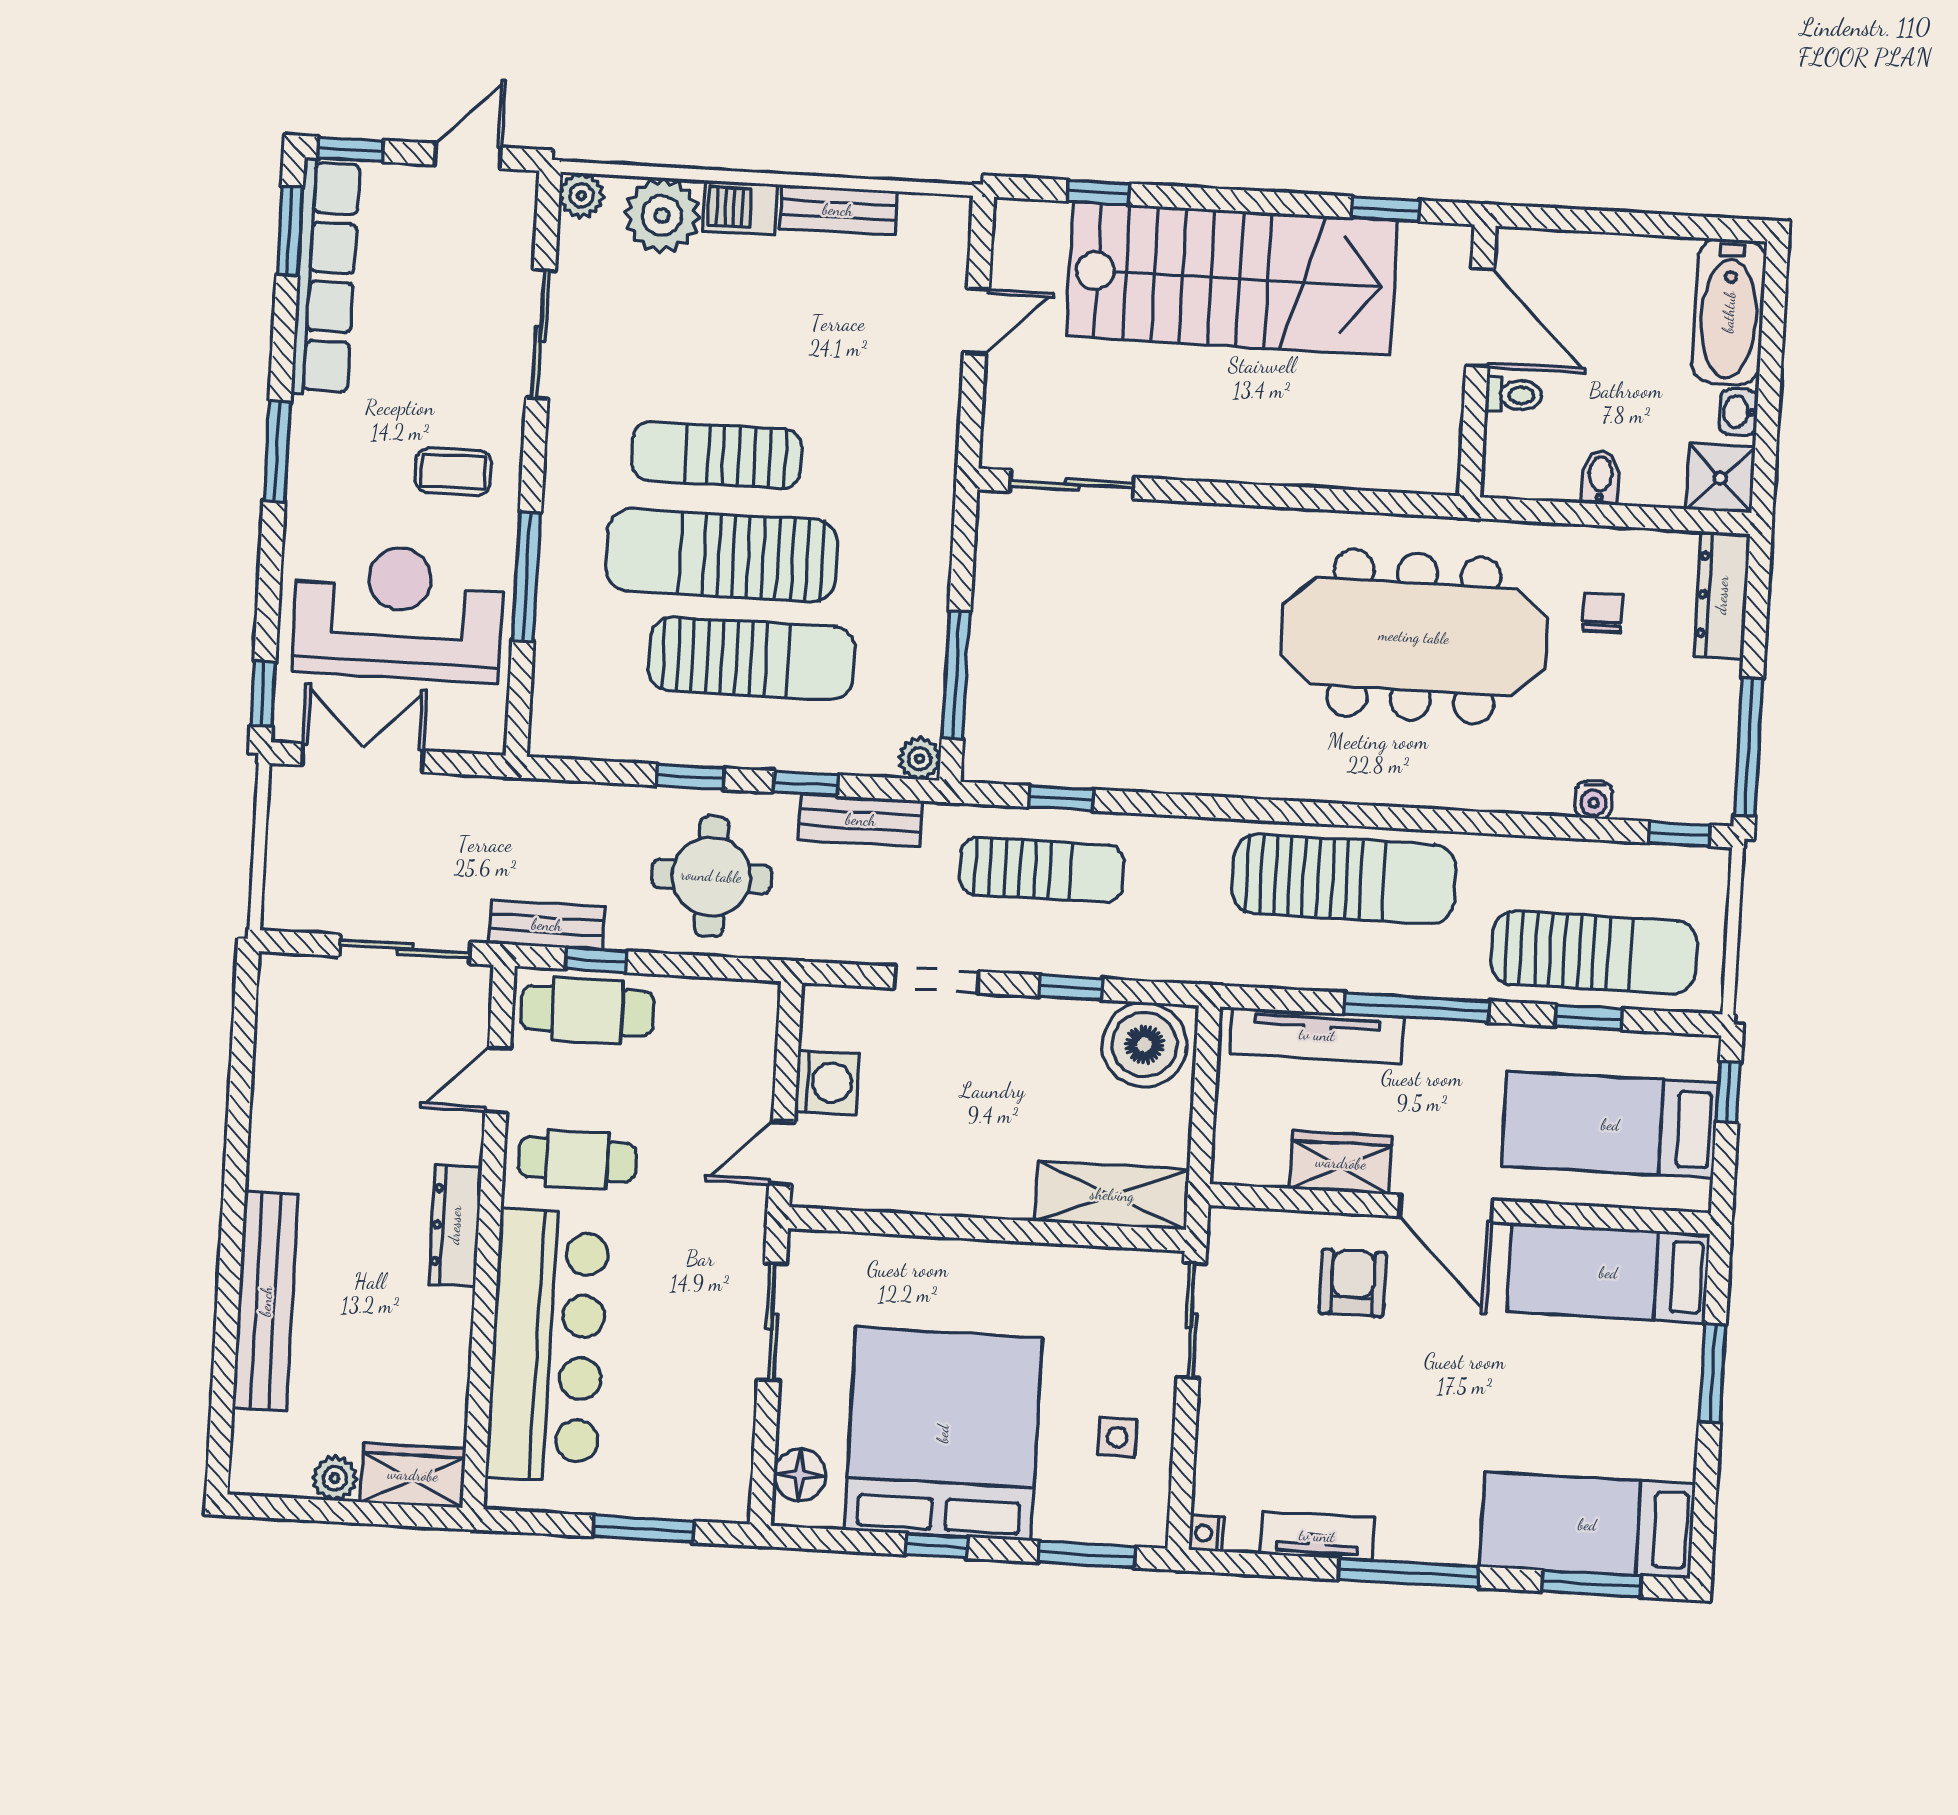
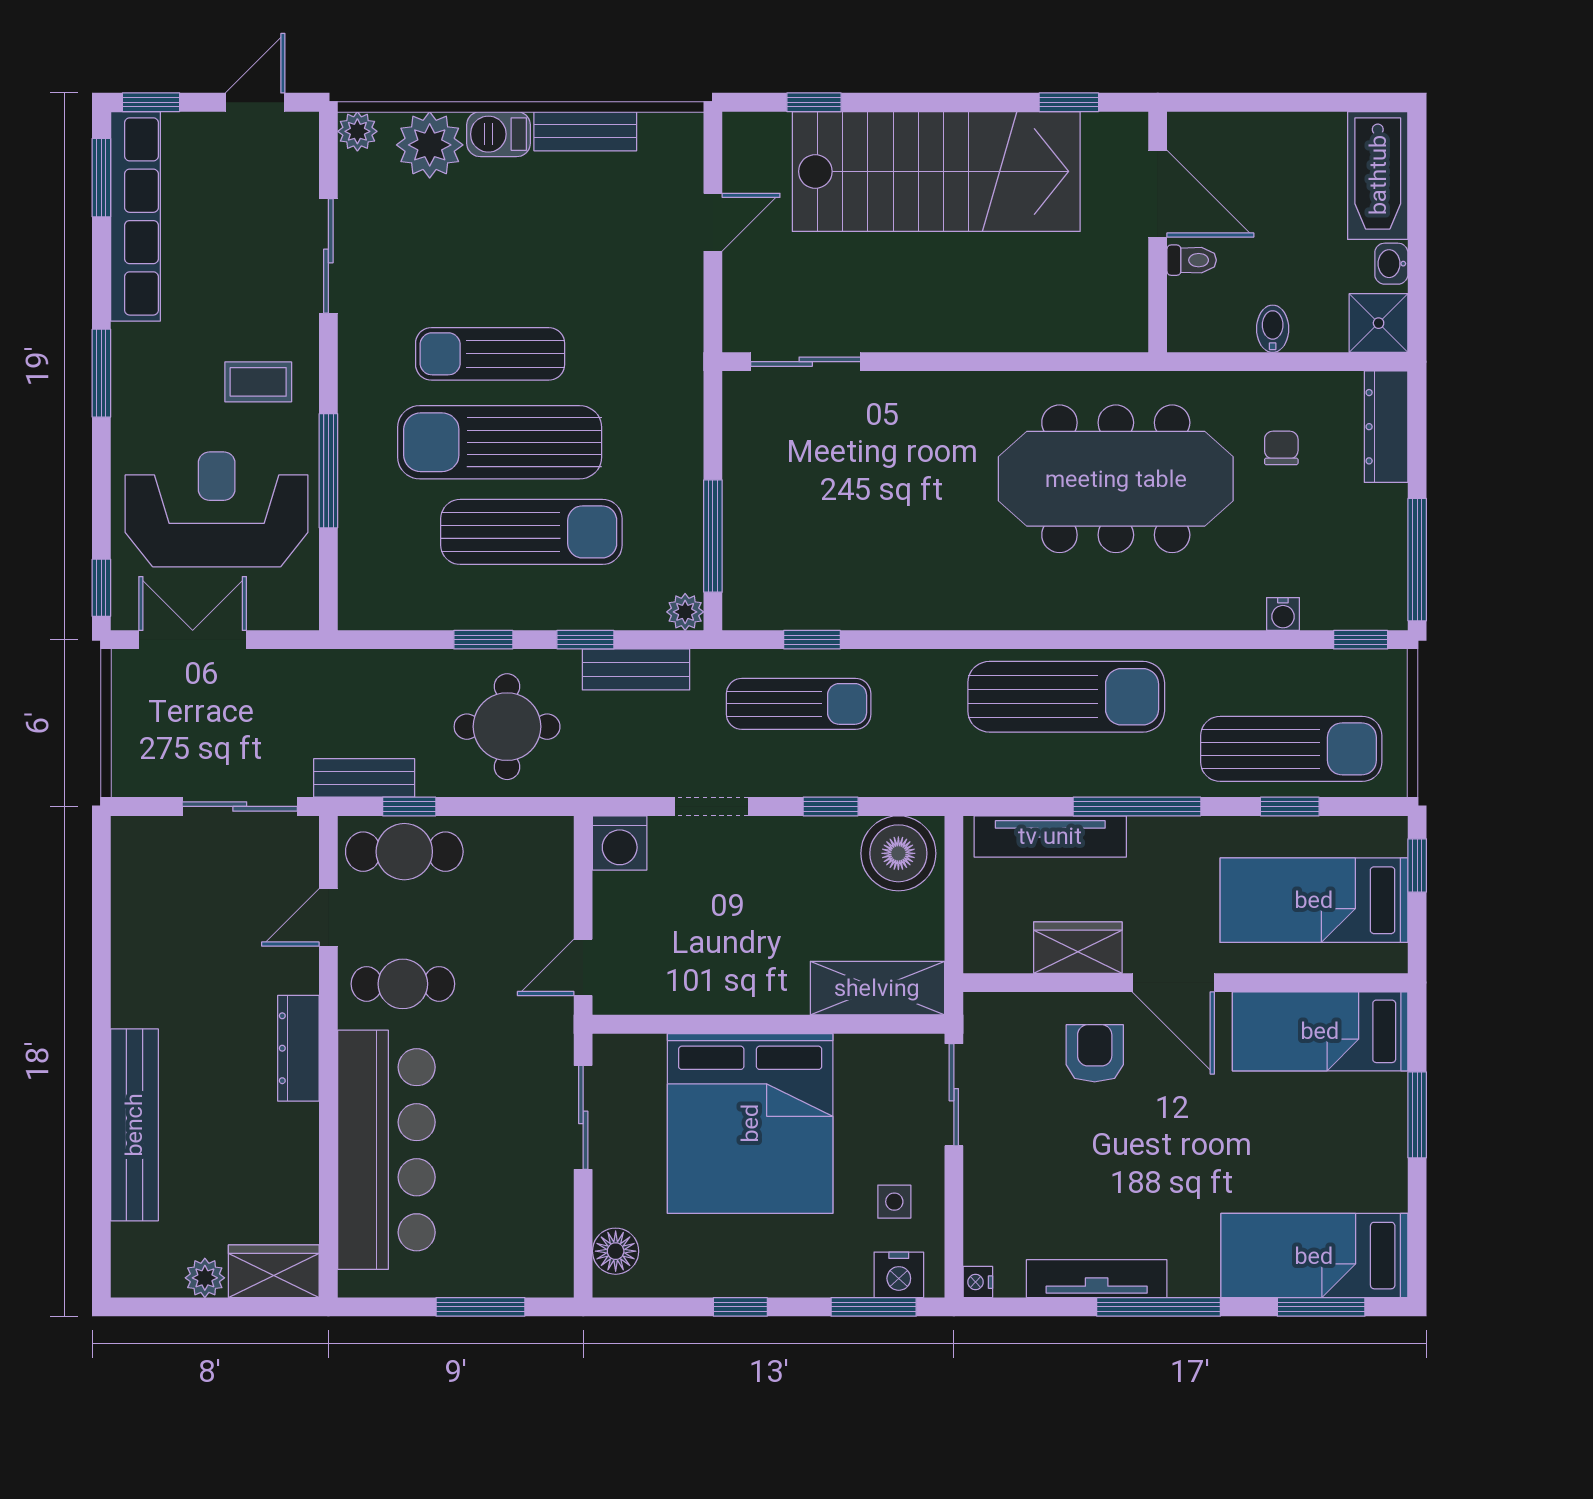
washing machine: (827, 1082) -> (620, 843), moved, turned 90
bed: (943, 1434) -> (750, 1123), moved, turned 180
nightstand: (1118, 1520) -> (899, 1275), added
tv unit: (1317, 1536) -> (1097, 1279), width x1.41

